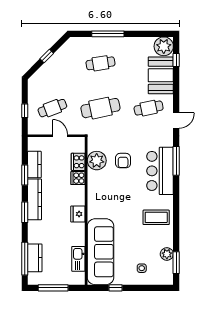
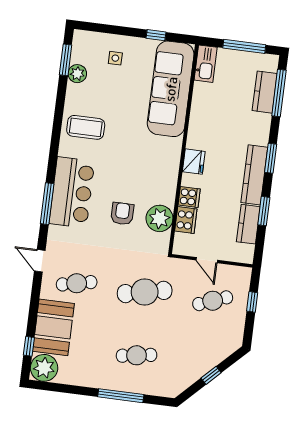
door: (176, 120) -> (40, 261), hinge flipped
fridge: (78, 214) -> (194, 162), moved
kitchen sink: (78, 259) -> (206, 64), moved

